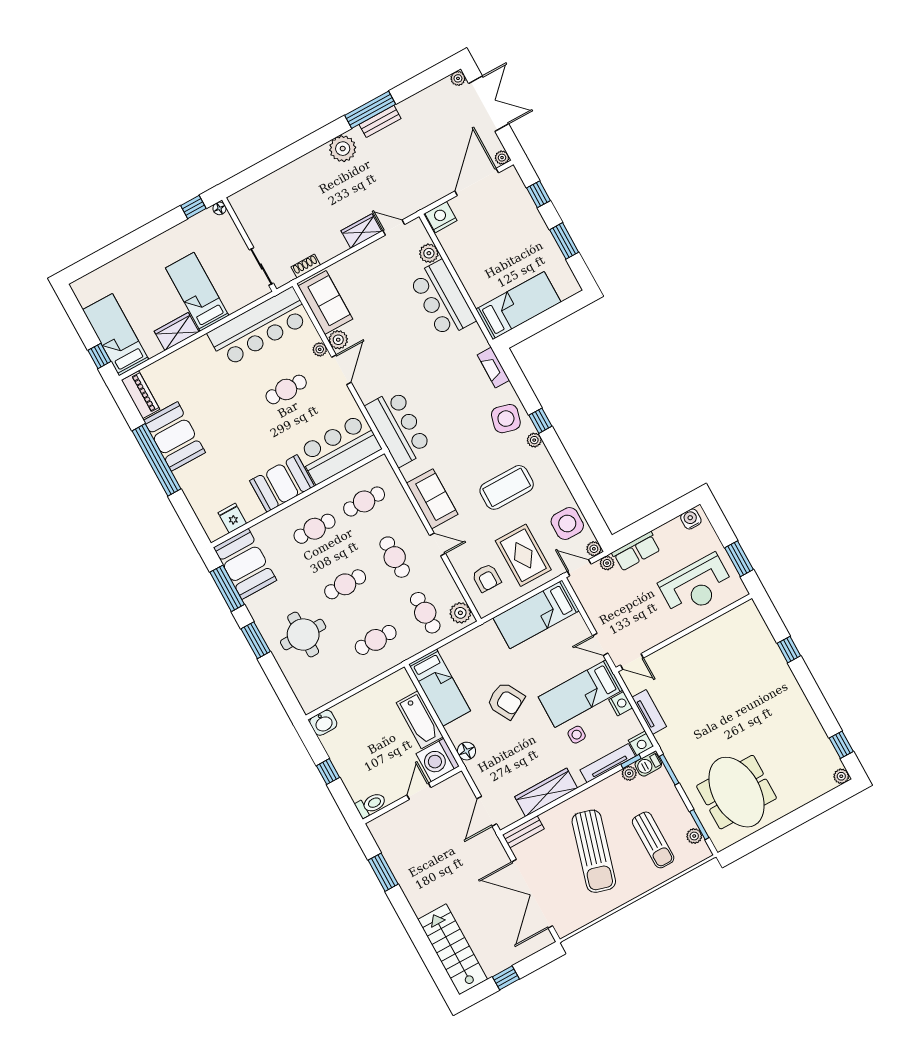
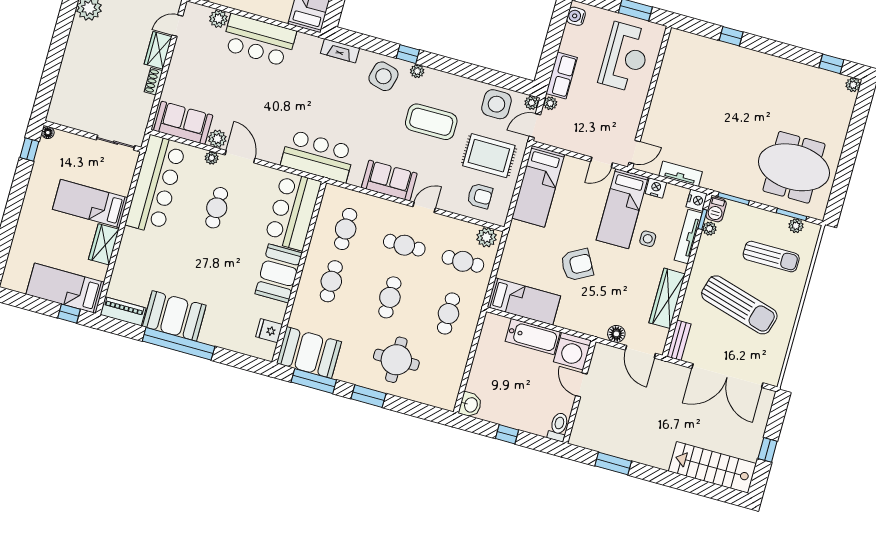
shoe rack: (306, 266) -> (153, 81), moved
coffee table: (507, 487) -> (431, 122), turned 90
floor lamp: (466, 751) -> (616, 334), moved

